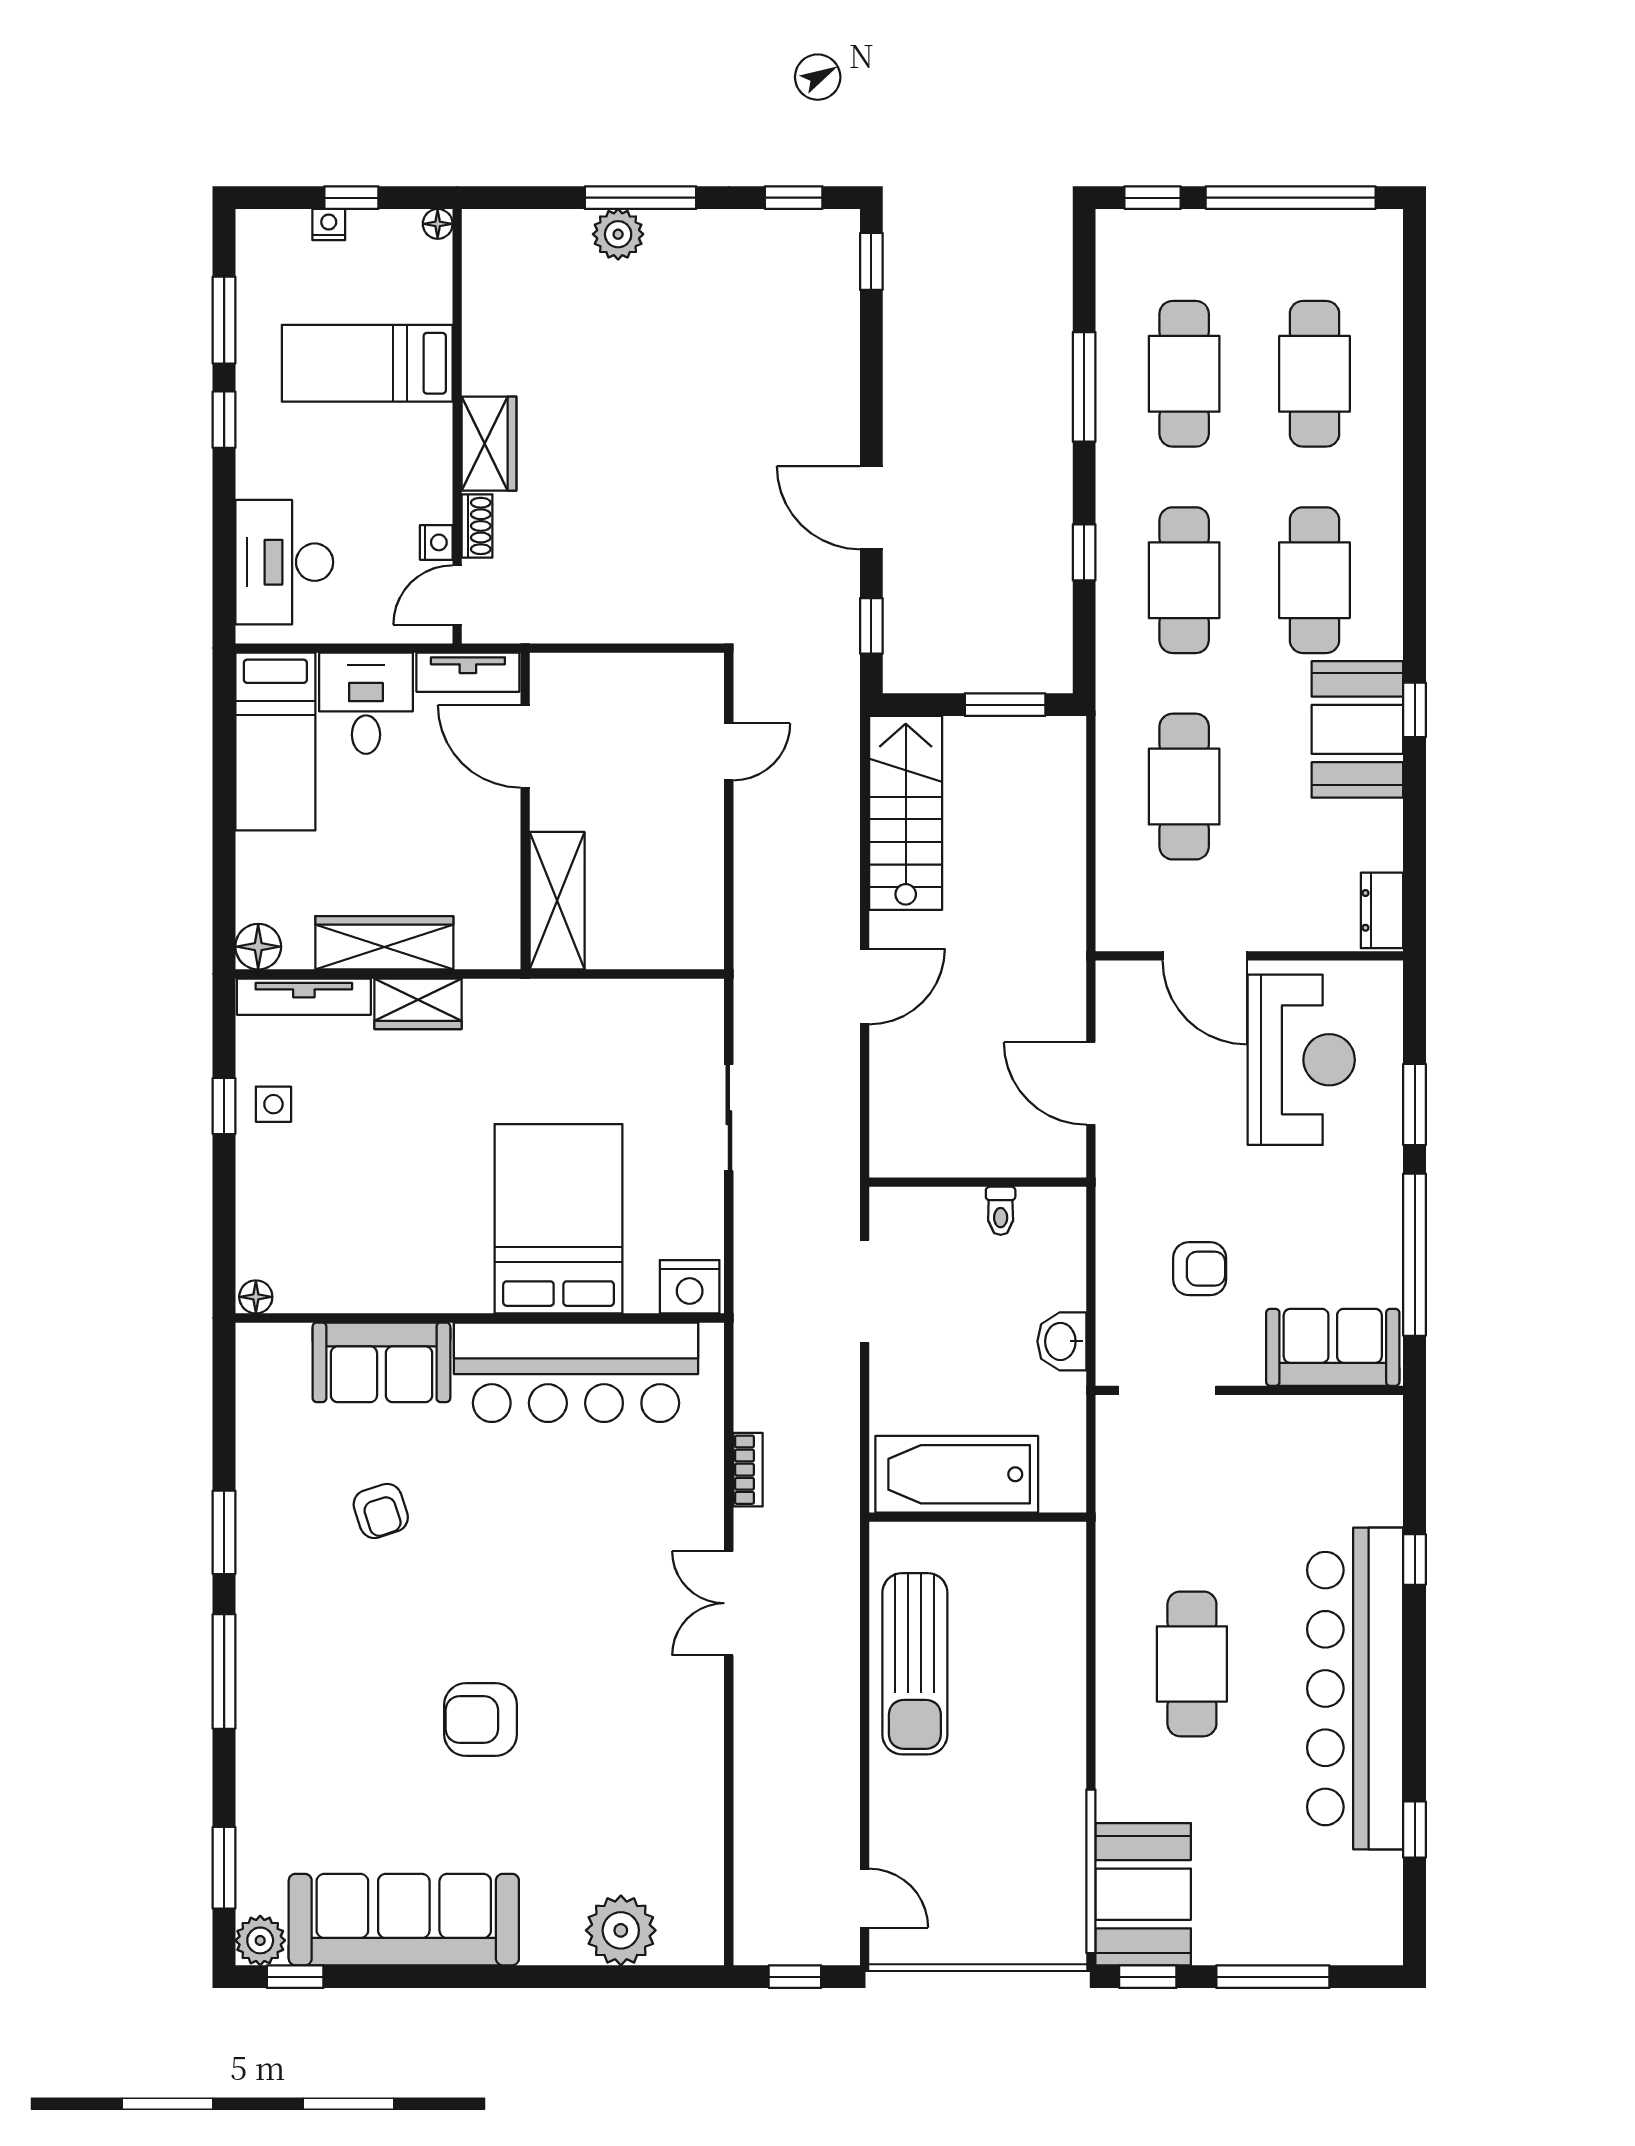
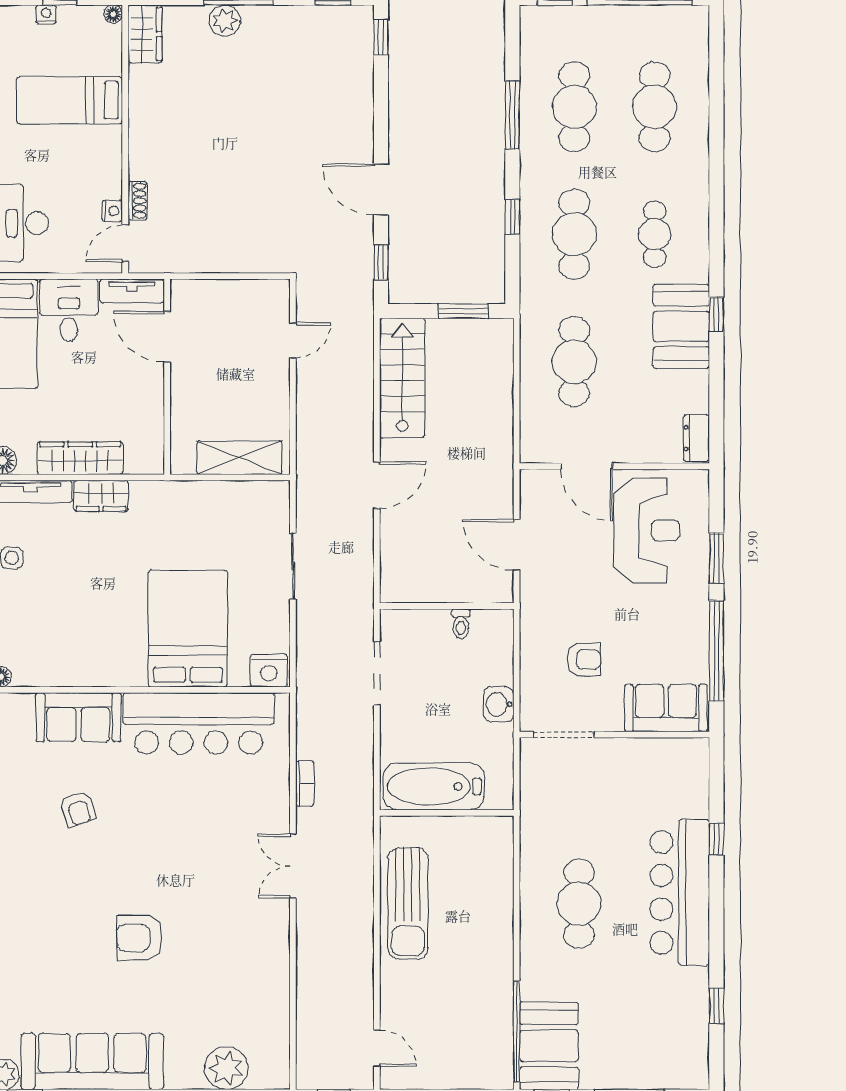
wardrobe: (489, 444) -> (145, 34), moved
cafe table: (1315, 580) -> (655, 234), width x0.73, depth x0.74
shelving: (557, 901) -> (240, 458), moved, turned 90
bar counter: (1355, 1689) -> (680, 892), width x0.73

